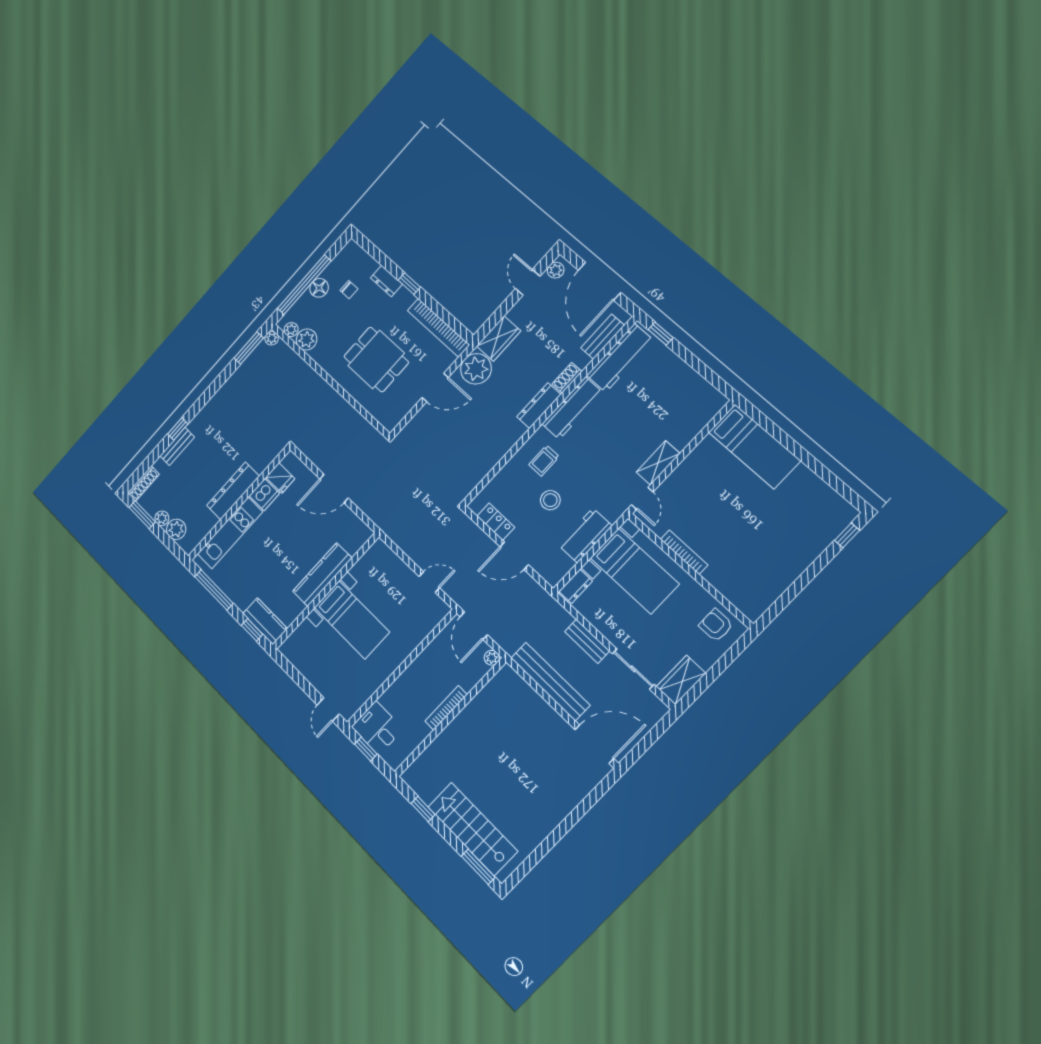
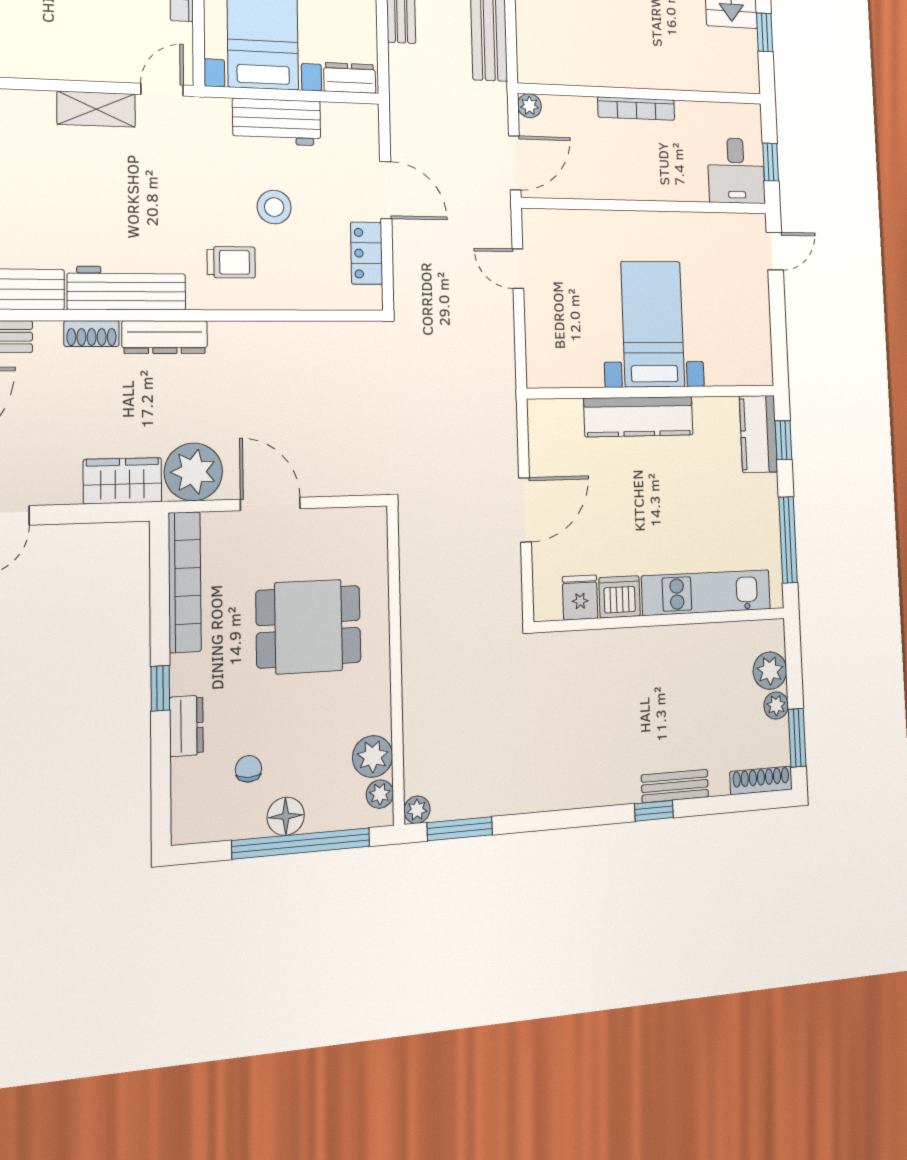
dining table: (376, 359) -> (309, 627), turned 90
door: (334, 489) -> (525, 510), hinge flipped
dresser: (233, 491) -> (655, 645), removed

